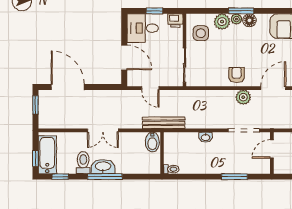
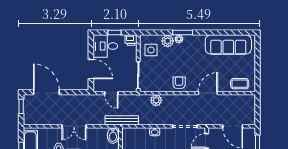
floor lamp: (249, 20) -> (189, 40), removed
plant: (243, 97) -> (156, 100), moved

